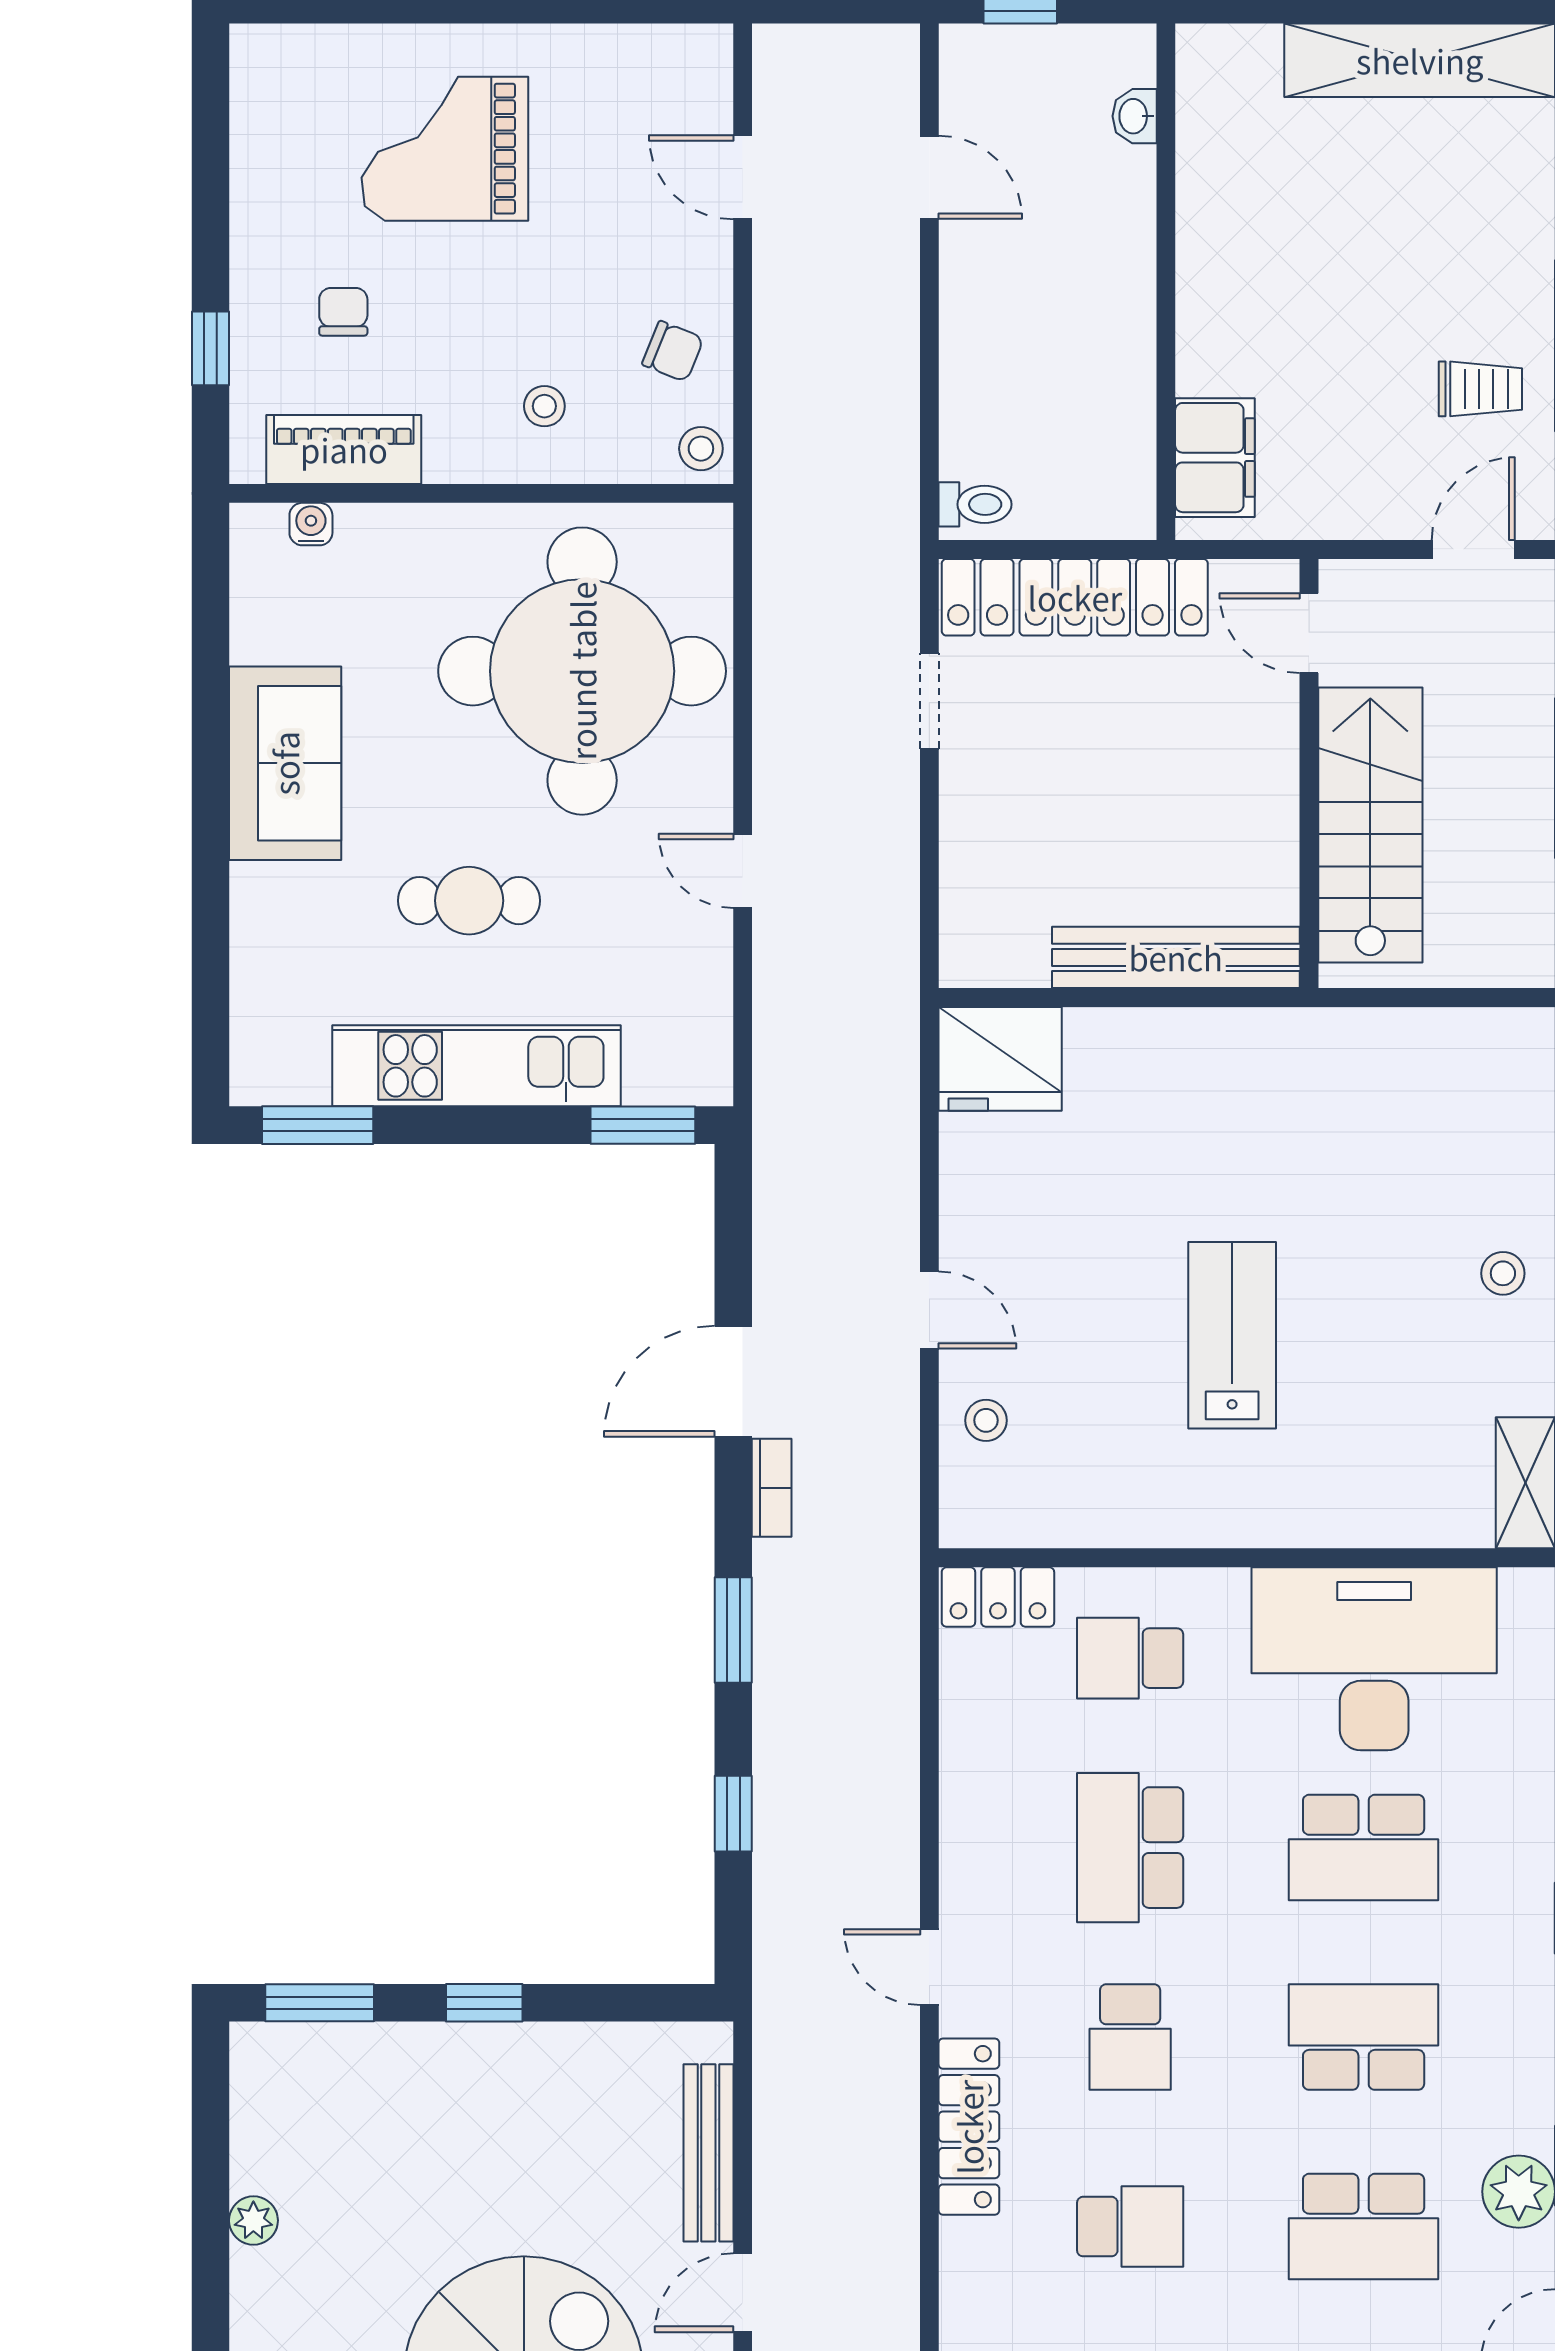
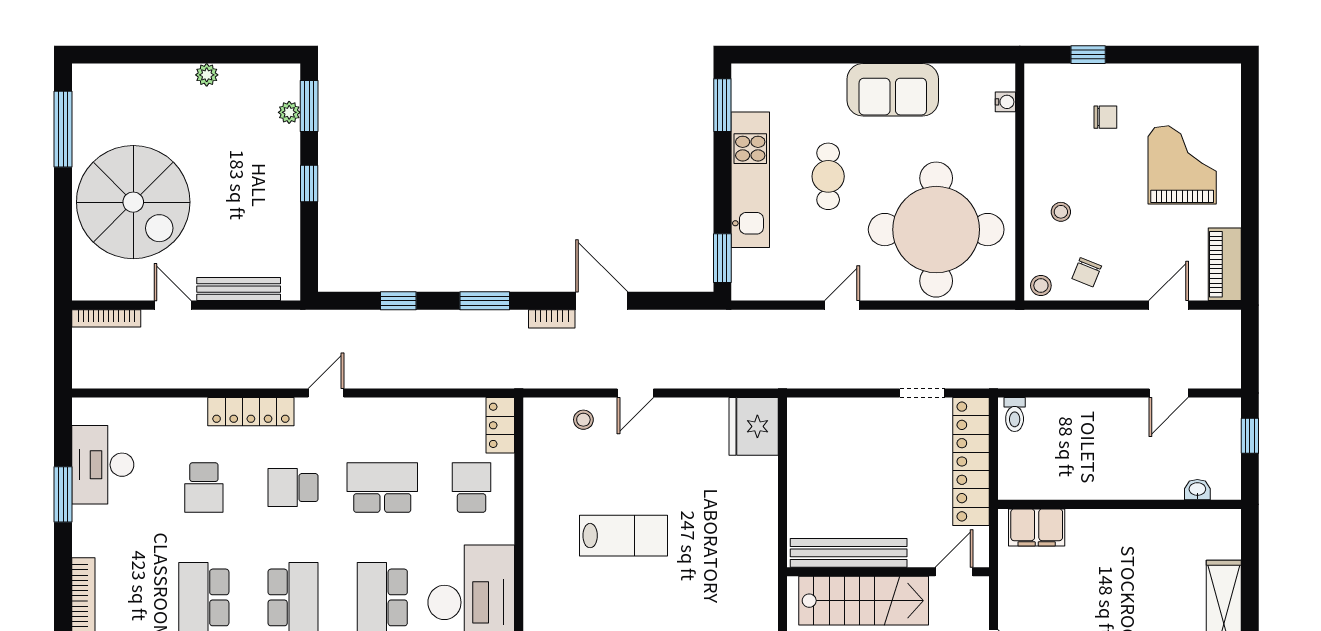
piano: (344, 449) -> (1225, 264), moved, turned 180
bench: (1176, 957) -> (849, 553), moved, turned 90
plant: (333, 2045) -> (289, 112), added

